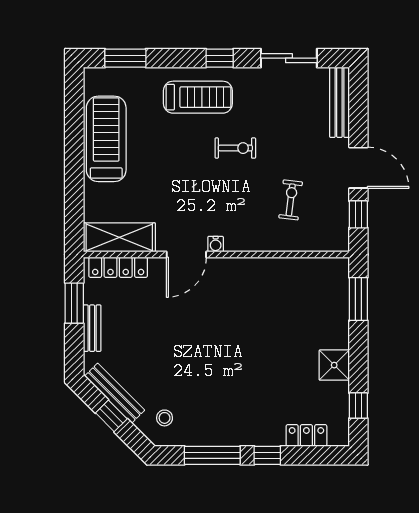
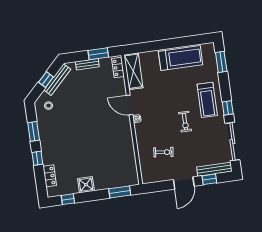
sliding door: (289, 58) -> (232, 142), width x1.37
window: (358, 214) -> (209, 179), moved
locker: (118, 267) -> (118, 68), width x0.66
window: (212, 455) -> (34, 131), width x0.69

